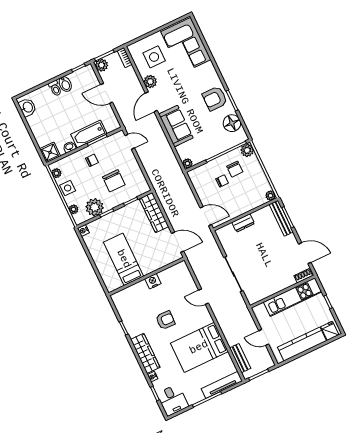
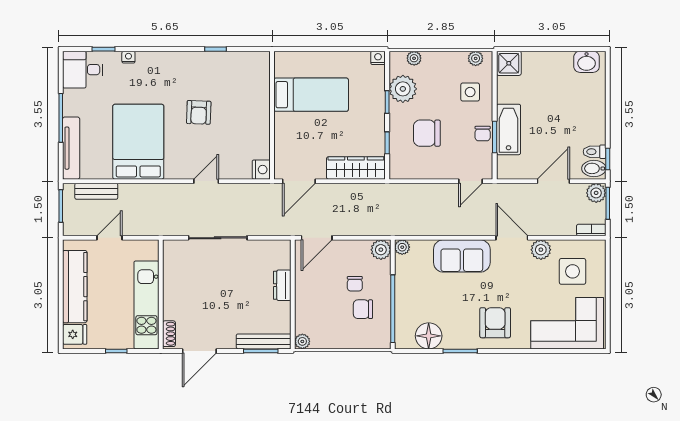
bidet: (65, 84) -> (594, 168), moved
toilet: (55, 88) -> (595, 152), moved
armchair: (215, 98) -> (495, 323), moved
washbasin: (69, 147) -> (504, 94), removed
plant: (247, 150) -> (381, 250), moved
chair: (92, 160) -> (483, 134), moved
side table: (68, 188) -> (470, 92), moved
nightstand: (153, 281) -> (261, 170), moved
wardrobe: (145, 353) -> (166, 62), removed

